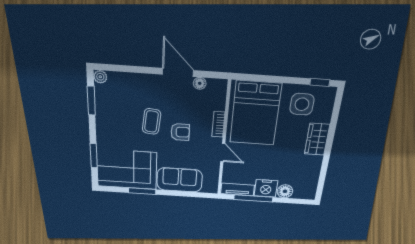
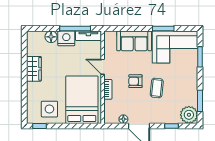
window: (131, 69) -> (172, 126), added
plant: (100, 77) -> (189, 115), width x1.88, depth x1.88
wardrobe: (317, 139) -> (34, 69), moved

